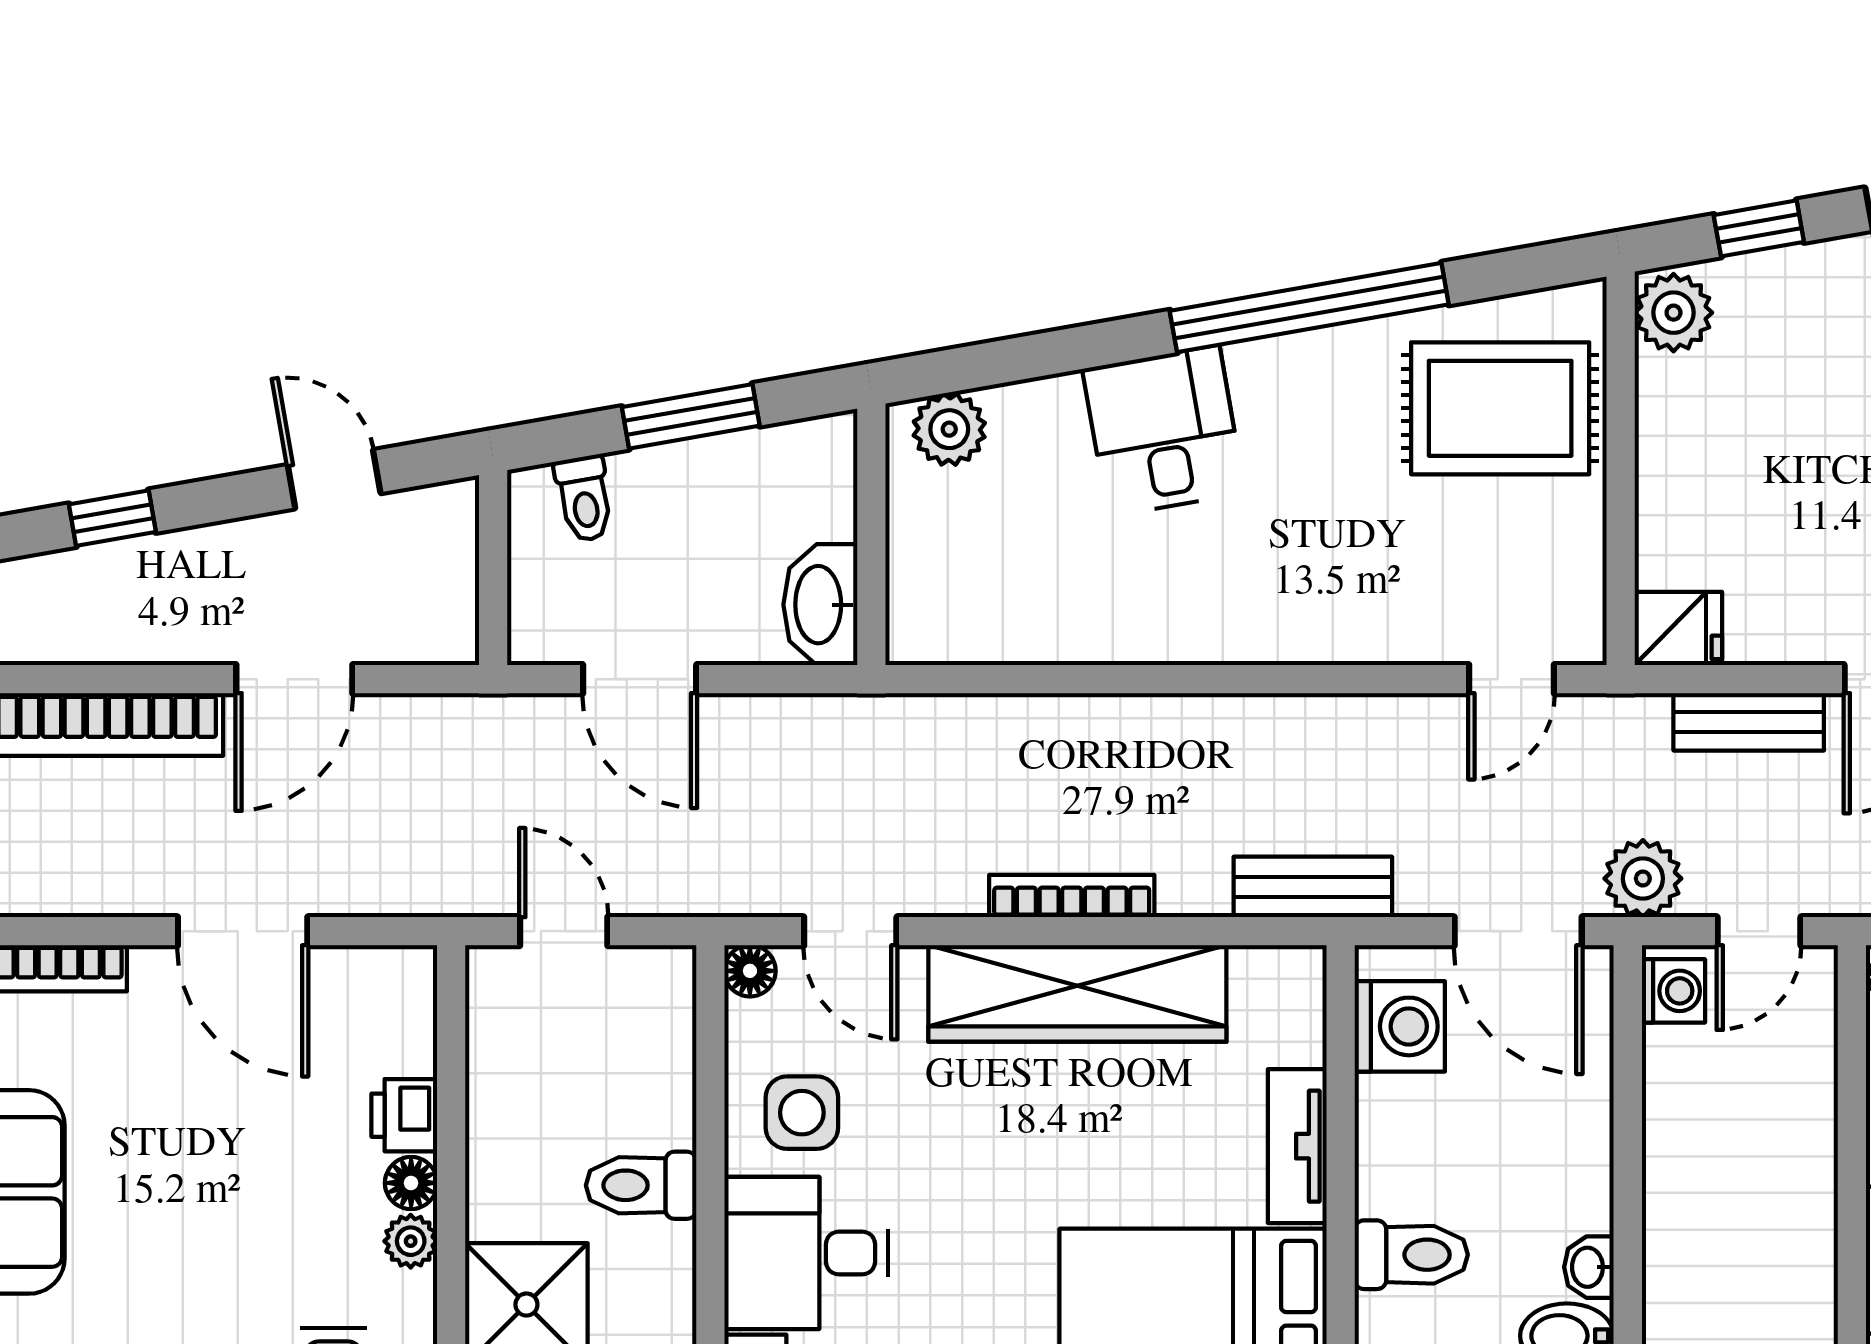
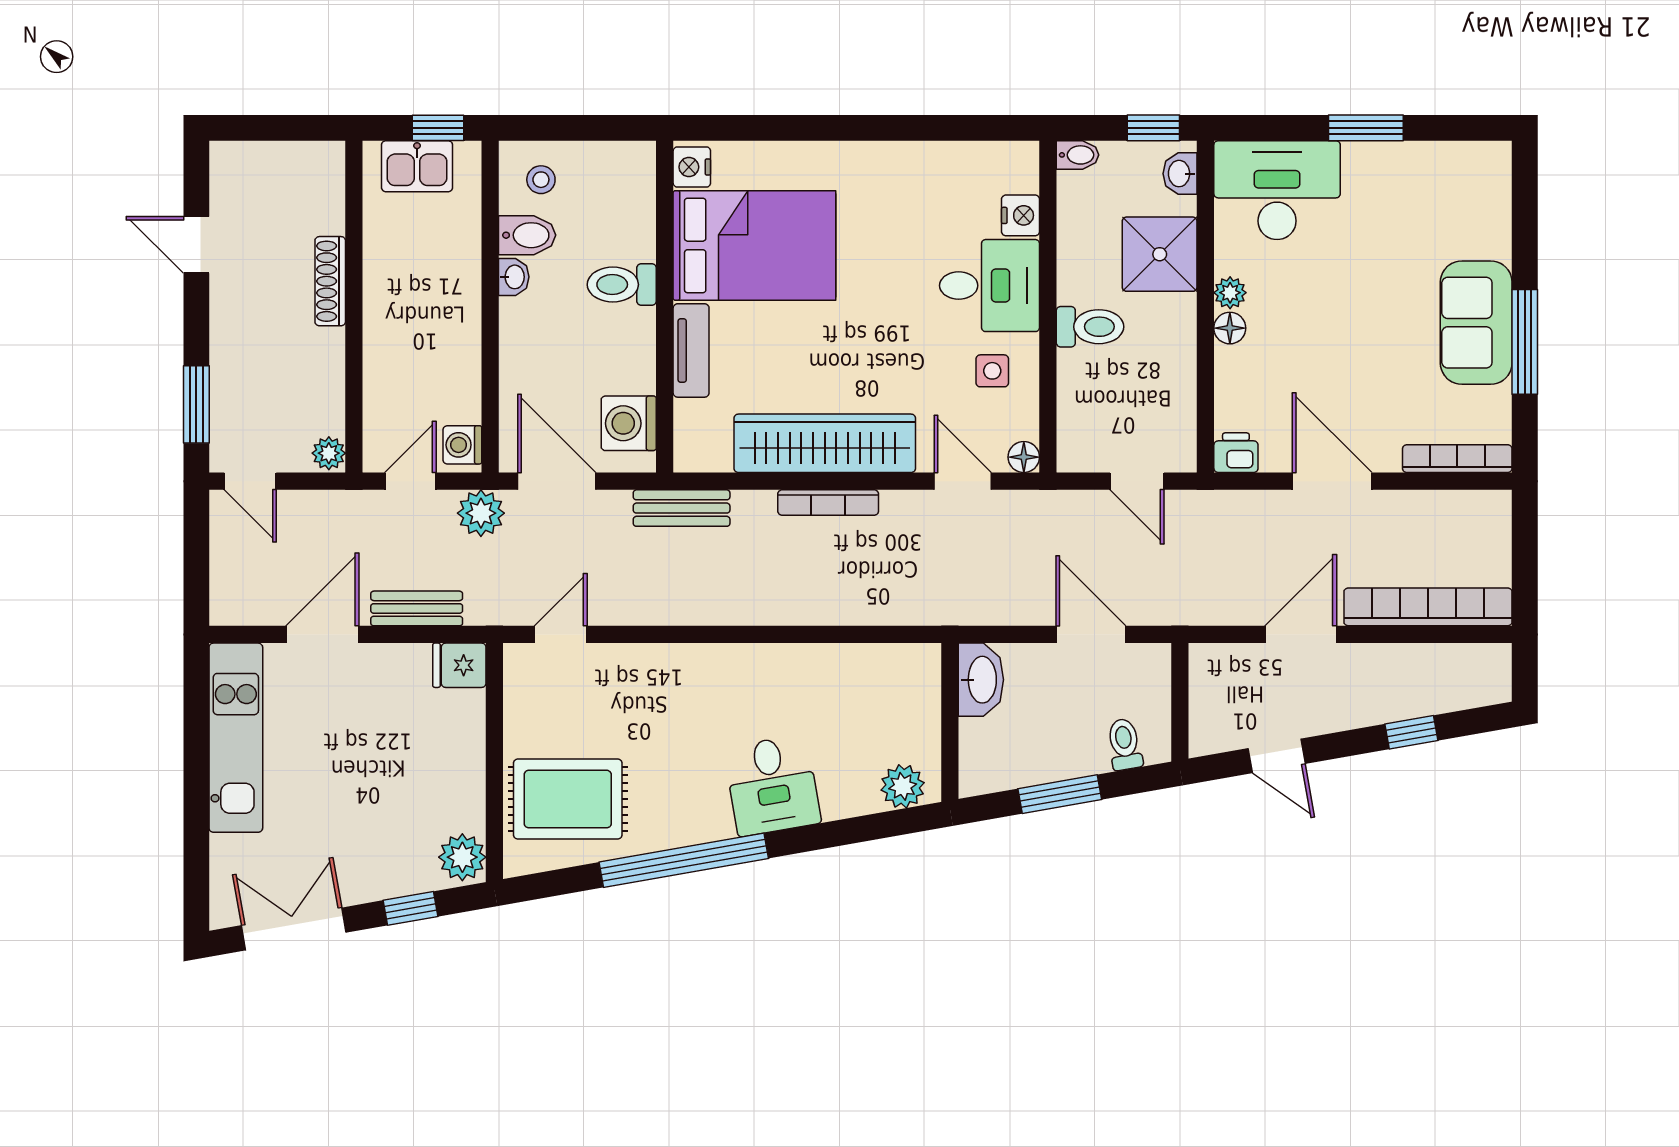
side table: (802, 1113) -> (992, 371), width x0.73, depth x0.73
printer: (404, 1115) -> (1236, 453), moved, turned -90

